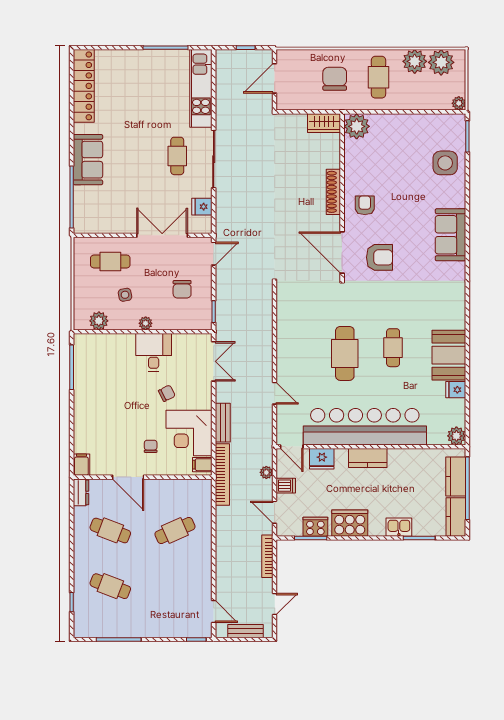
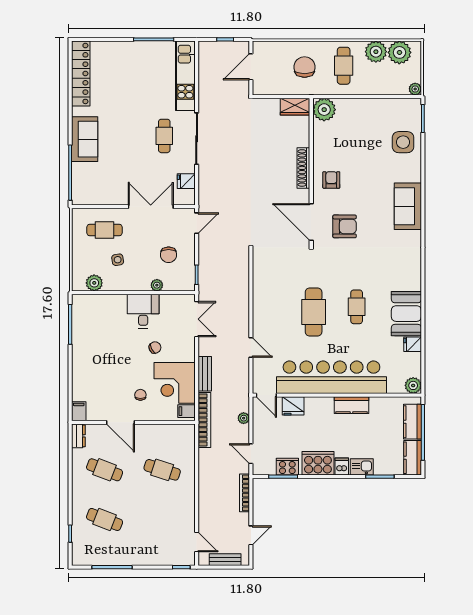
plant: (146, 323) -> (157, 285), moved
kitchen counter: (368, 458) -> (351, 405), moved
dishwasher: (286, 486) -> (342, 467), moved, turned -90
cafe table: (175, 530) -> (162, 470), turned 42

